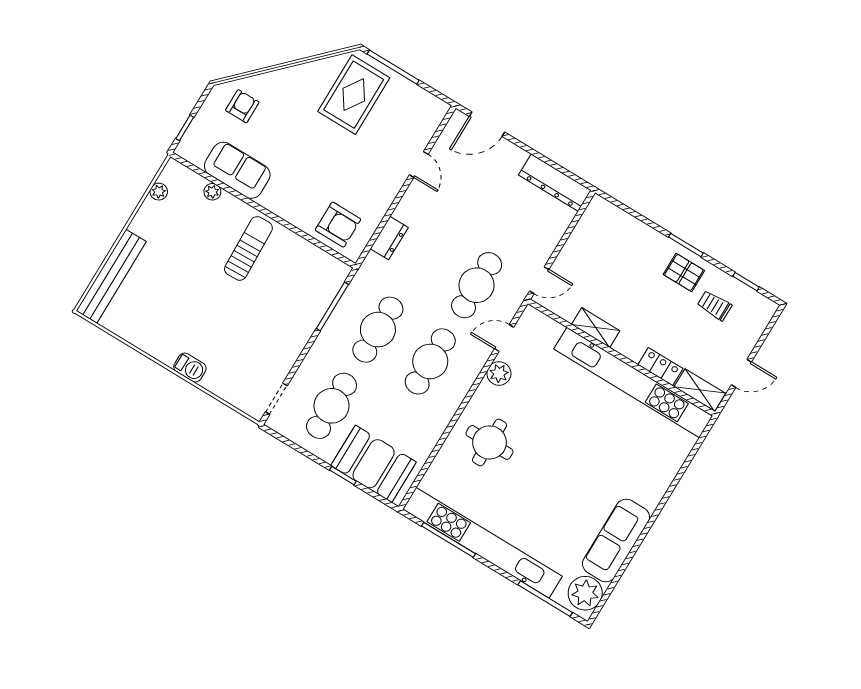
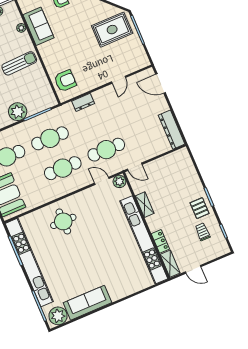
armchair: (338, 225) -> (65, 81), turned -90
plant: (299, 324) -> (18, 112), added
plant: (499, 373) -> (119, 181), moved

